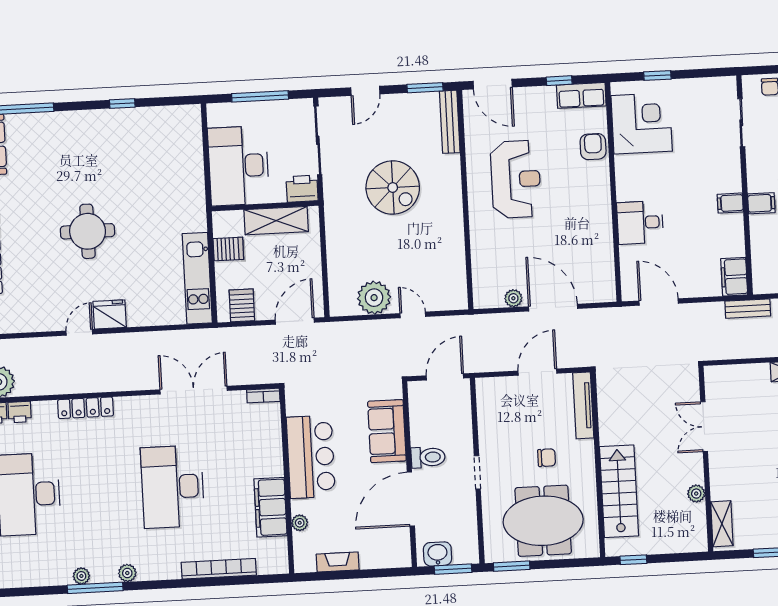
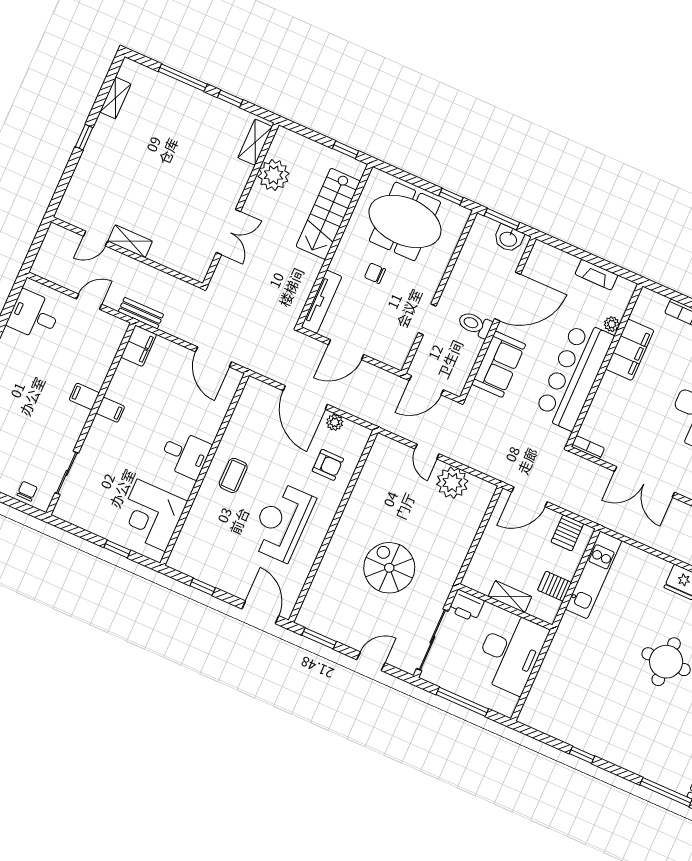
row of seats: (581, 95) -> (190, 565), removed
bench: (450, 122) -> (313, 599), removed
armchair: (593, 147) -> (328, 465), moved, turned -90
coffee table: (583, 200) -> (233, 475), added
shelving: (276, 221) -> (510, 597), width x0.67, depth x0.75
desk: (640, 222) -> (185, 454), moved
bar counter: (311, 457) -> (574, 375), width x1.36
doorway: (477, 472) -> (427, 319), moved
plant: (696, 494) -> (274, 175), width x1.87, depth x1.87
window: (512, 566) -> (451, 197), width x0.67

